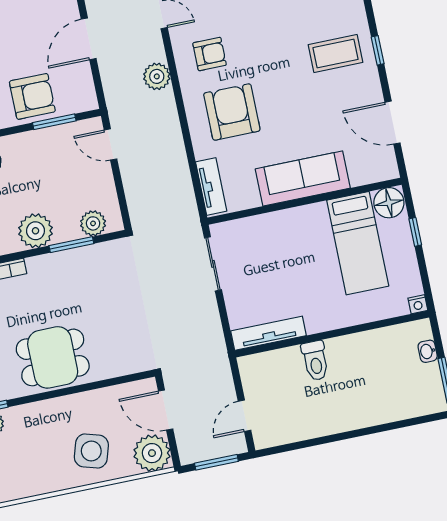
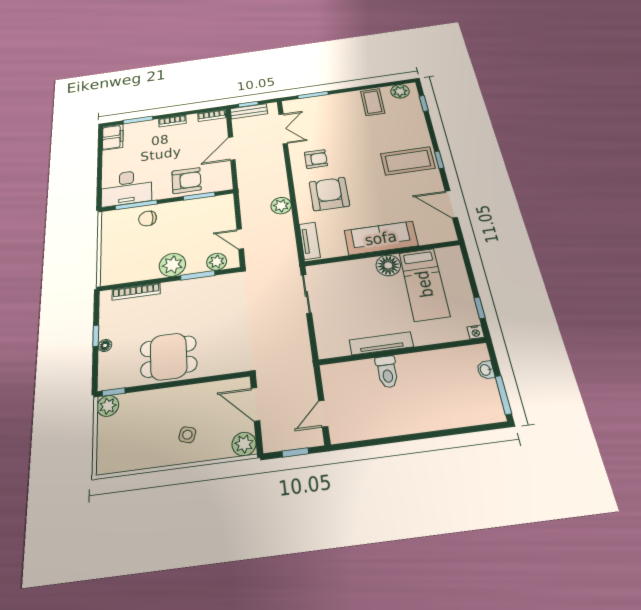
coffee table: (336, 54) -> (408, 161), width x1.36, depth x1.32
plant: (157, 76) -> (281, 206), moved
door: (111, 144) -> (240, 239), moved
floor lamp: (389, 203) -> (388, 265), moved
window: (415, 232) -> (480, 308), moved
tv unit: (268, 333) -> (381, 343), moved
side table: (91, 451) -> (187, 435), width x0.54, depth x0.54
plant: (152, 453) -> (244, 444), width x0.73, depth x0.73
window: (216, 462) -> (295, 452), width x0.67

